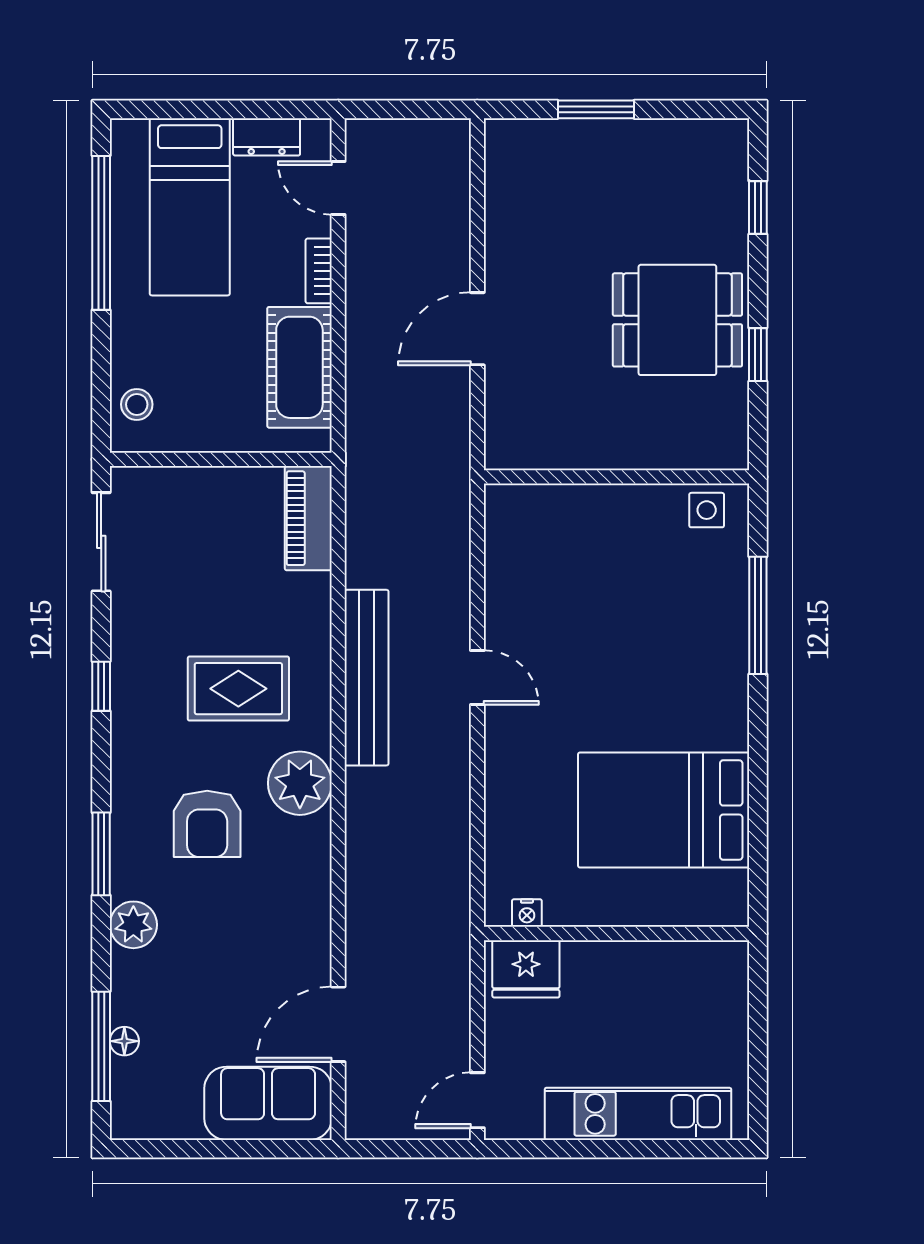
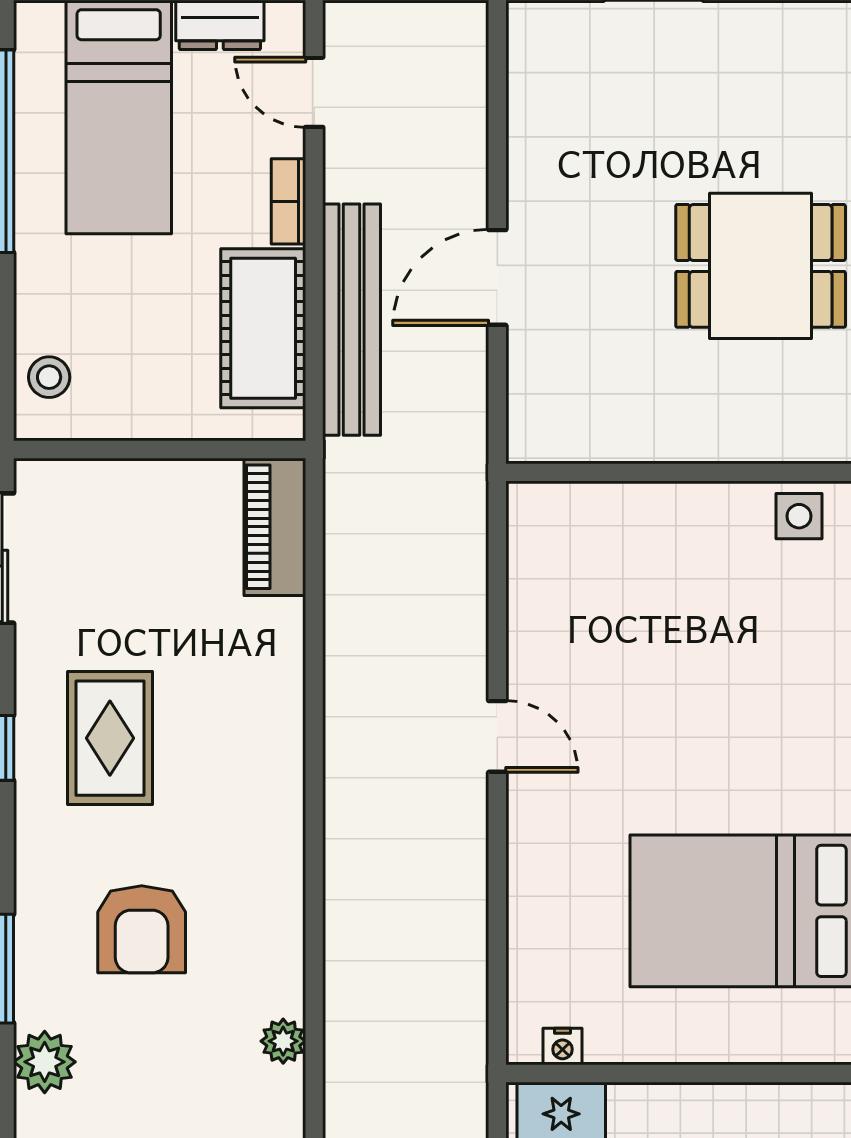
bench: (367, 678) -> (352, 320), moved
rug: (238, 689) -> (110, 738), moved, turned 90
plant: (300, 783) -> (283, 1041), moved, width x0.53, depth x0.53

